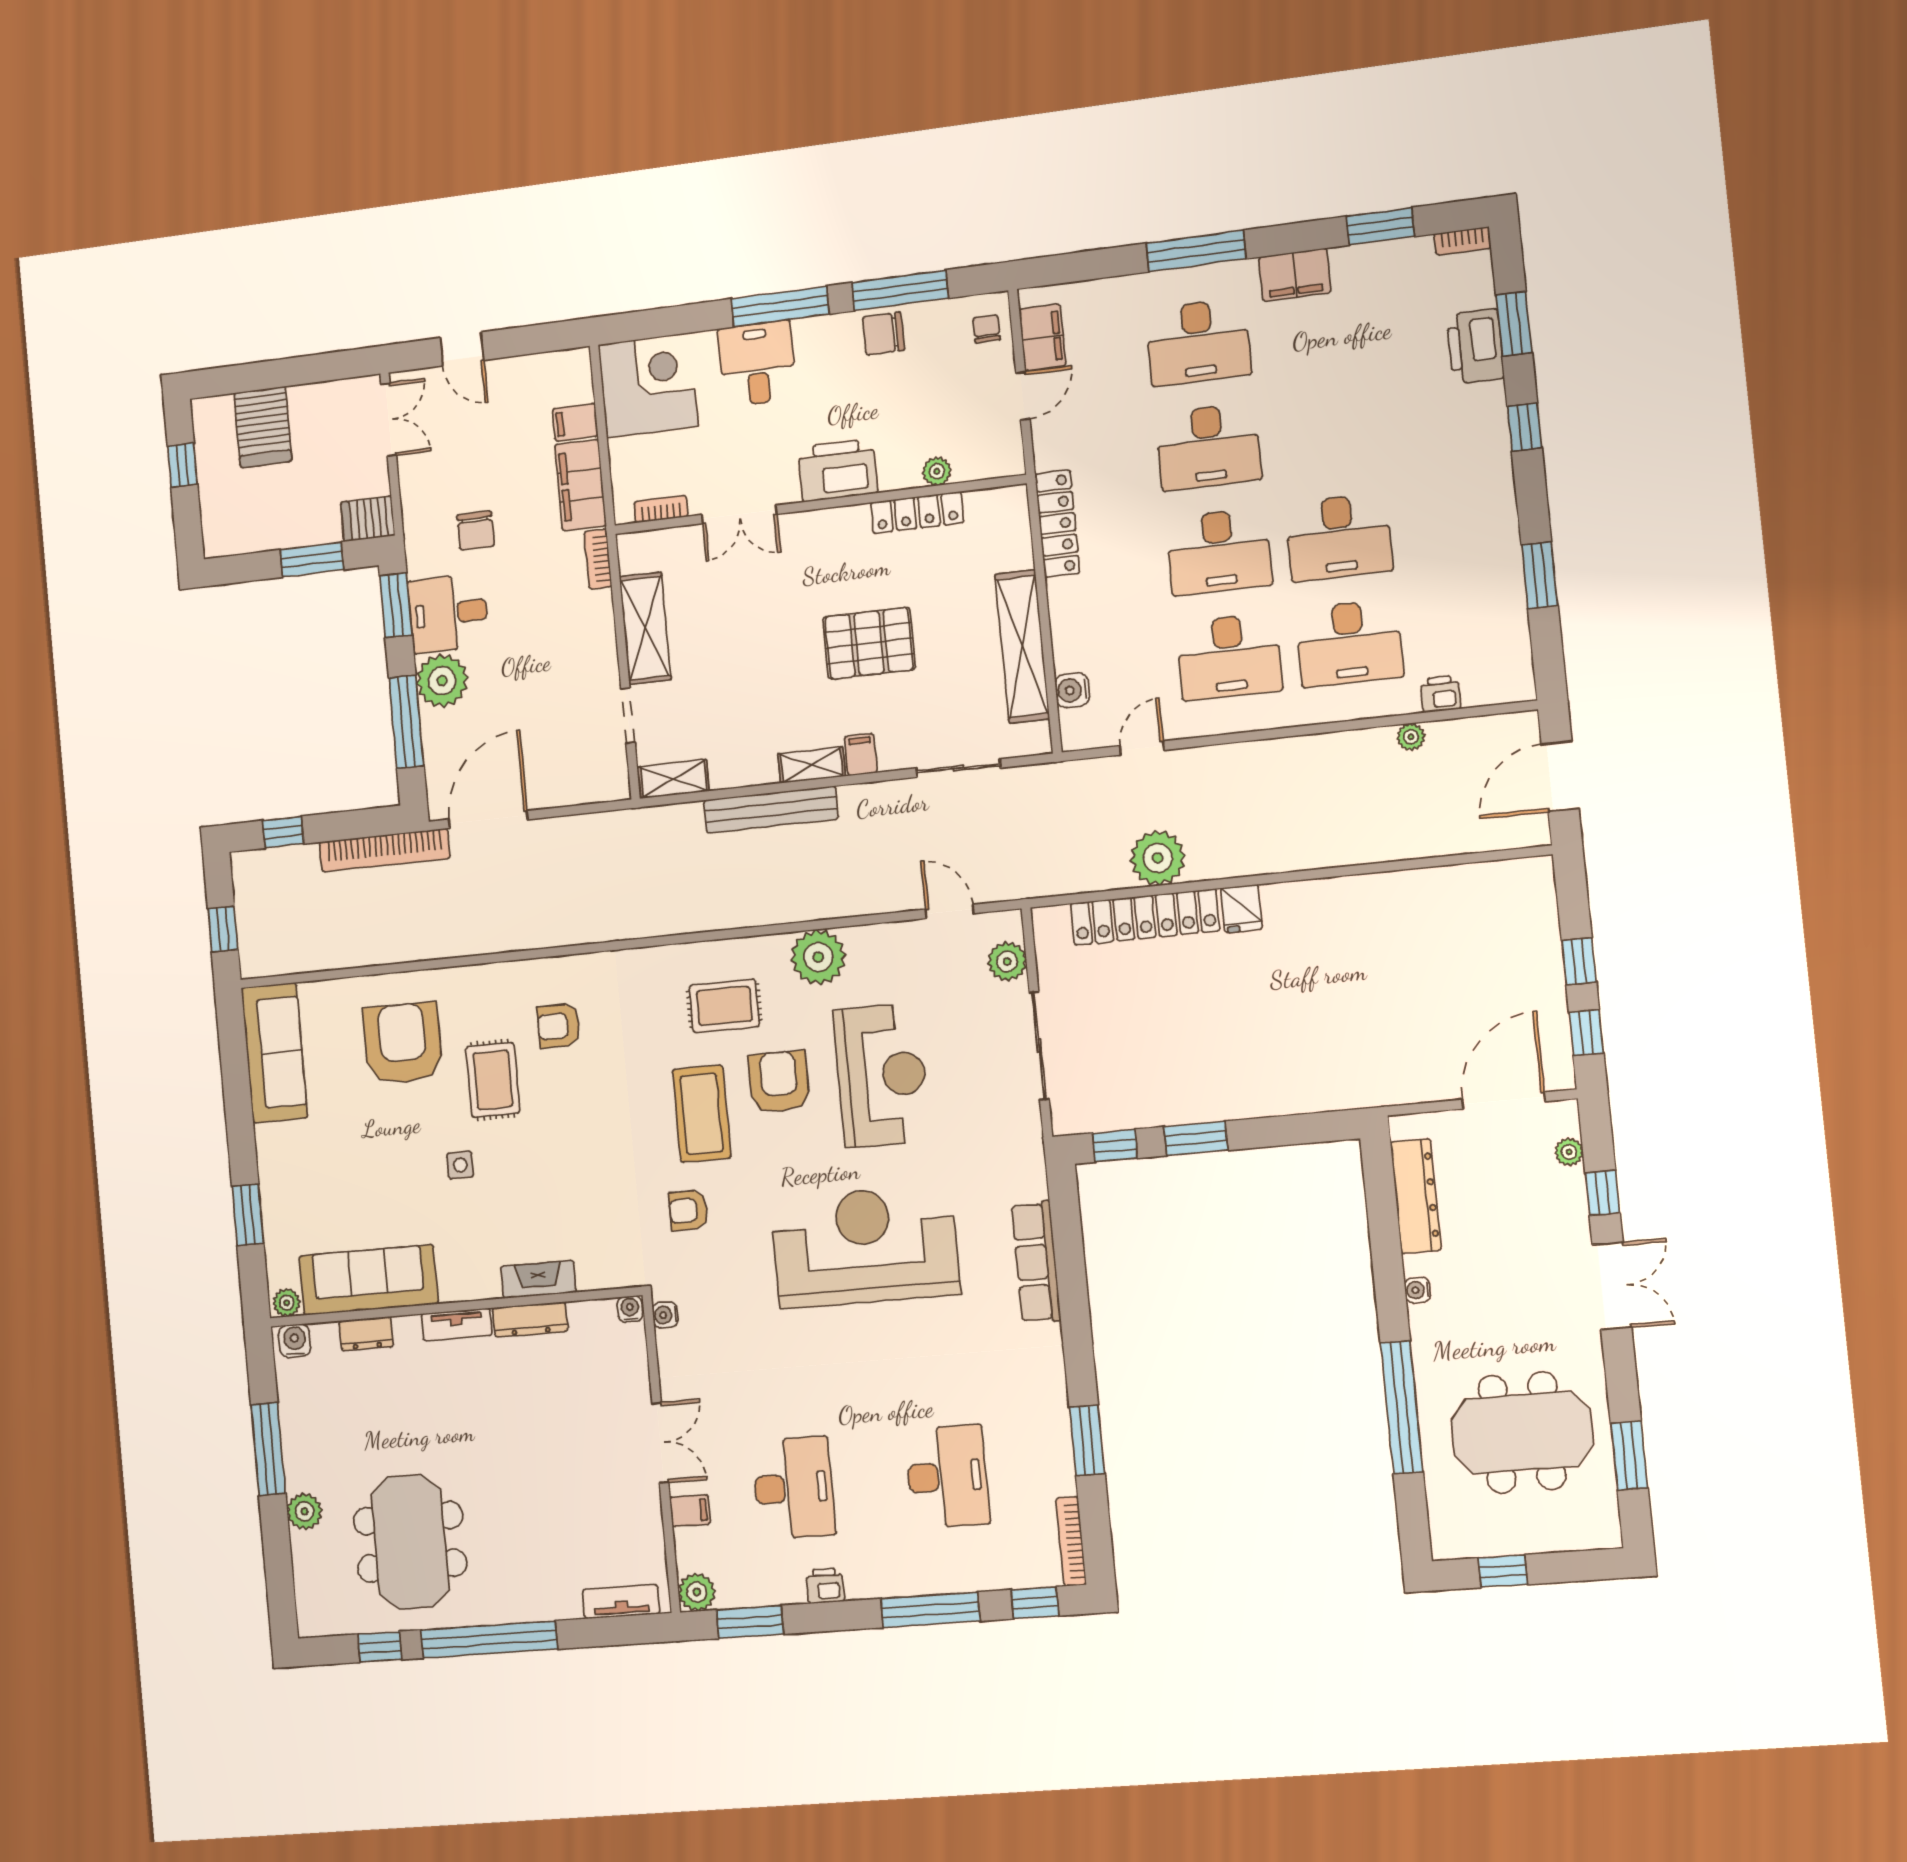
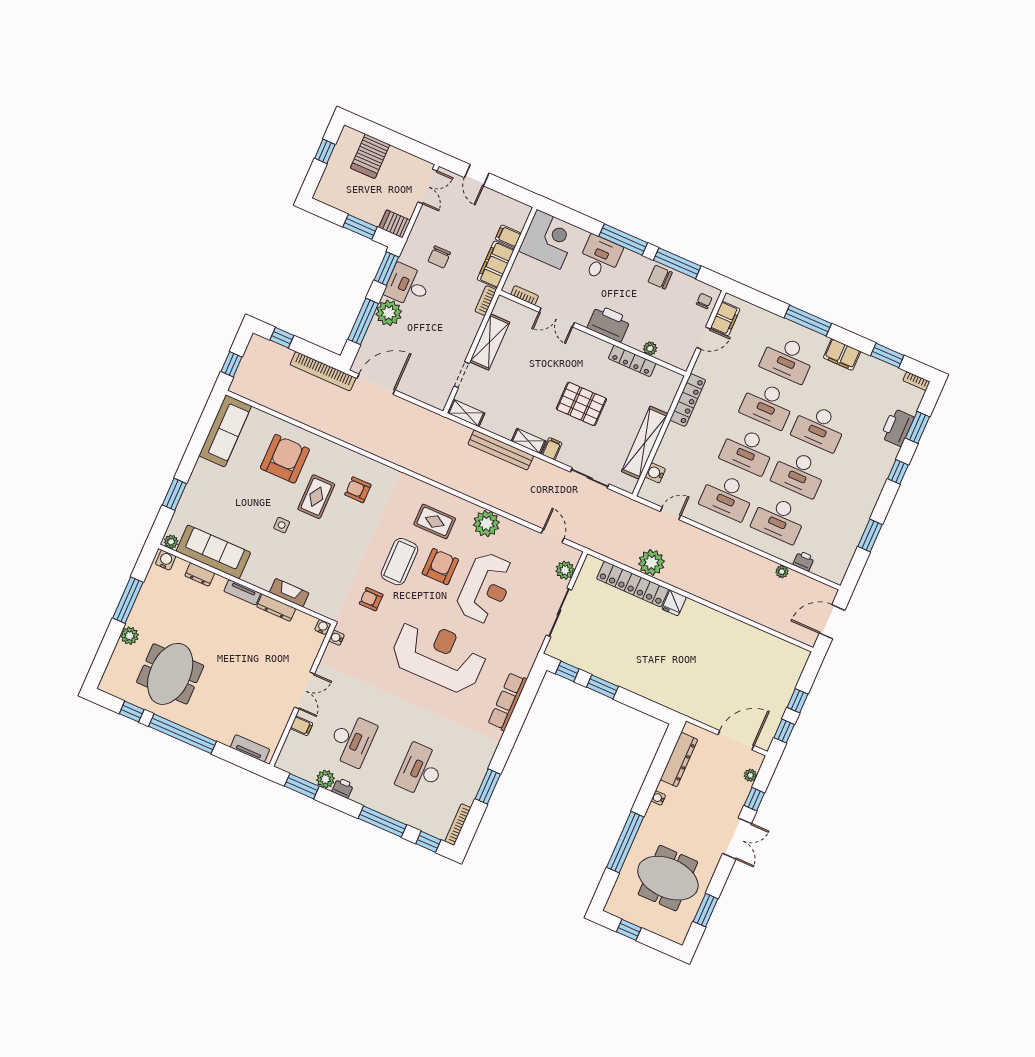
desk: (1328, 432) -> (819, 427), added
desk: (947, 1477) -> (420, 770), turned 180
plant: (697, 1592) -> (325, 779), moved

